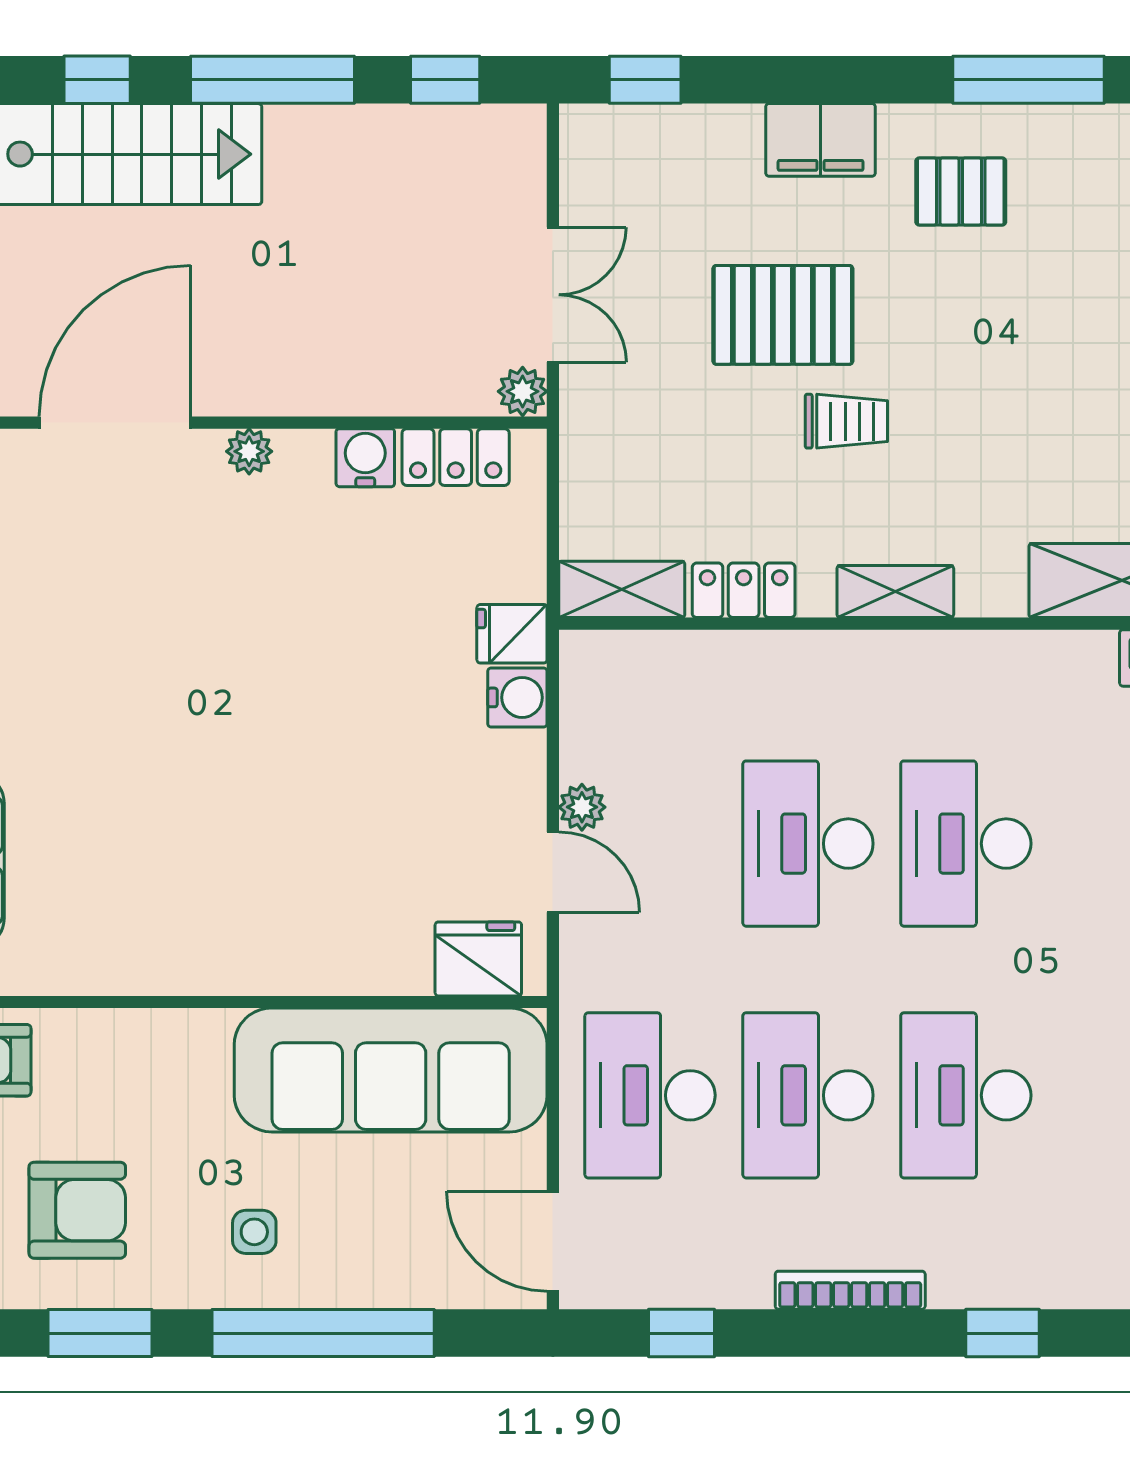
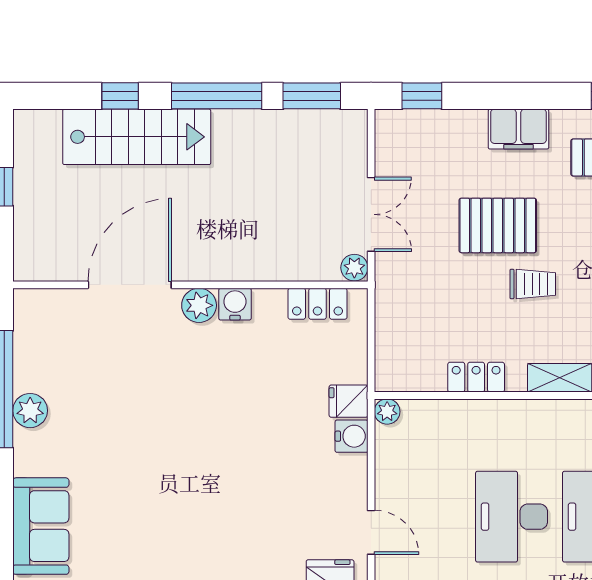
window: (445, 80) -> (312, 96), width x1.50
plant: (249, 451) -> (199, 305), width x1.38, depth x1.38
water cooler: (365, 458) -> (235, 304), moved
shelving: (622, 589) -> (409, 377), removed
plant: (582, 807) -> (387, 412), moved

